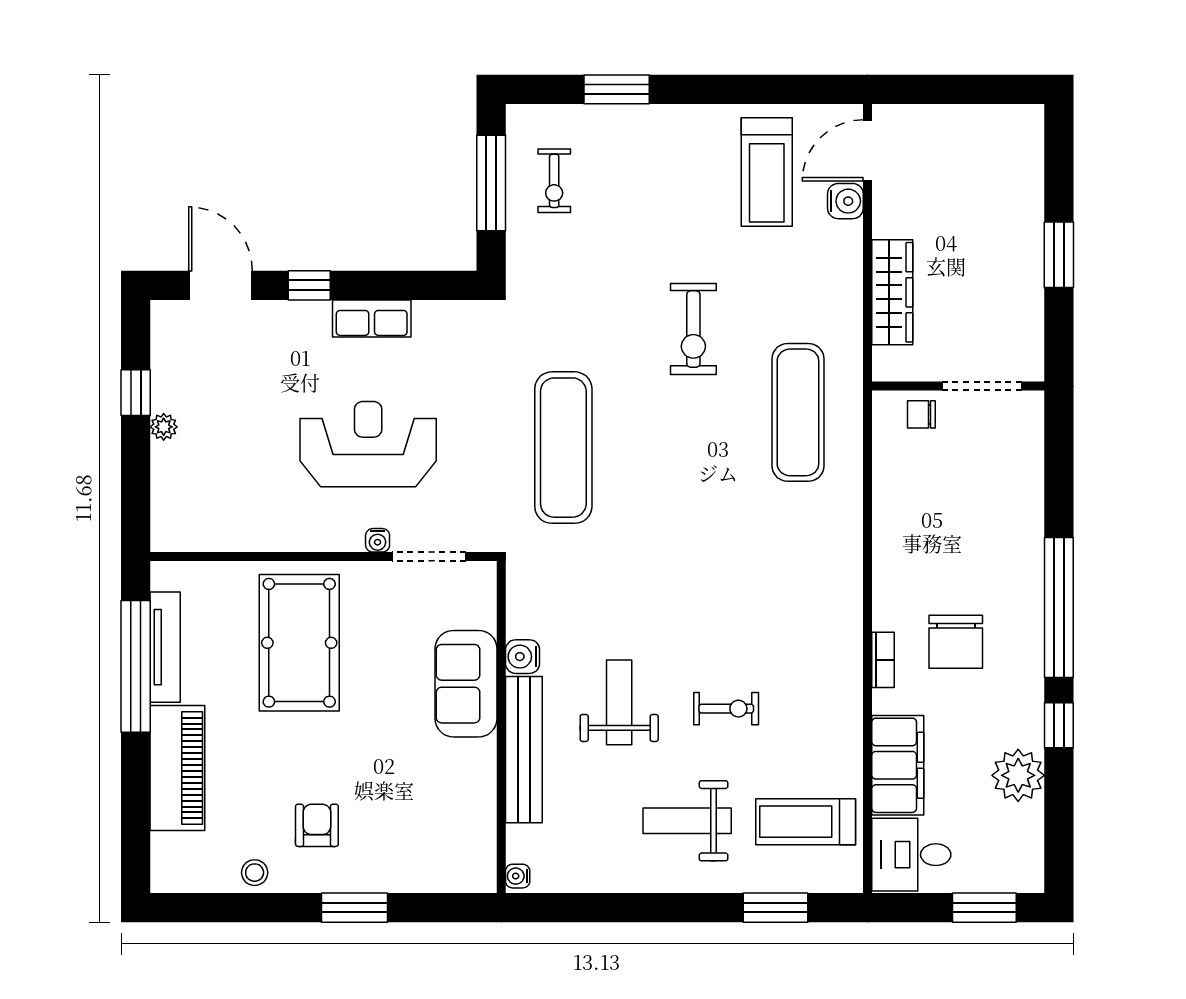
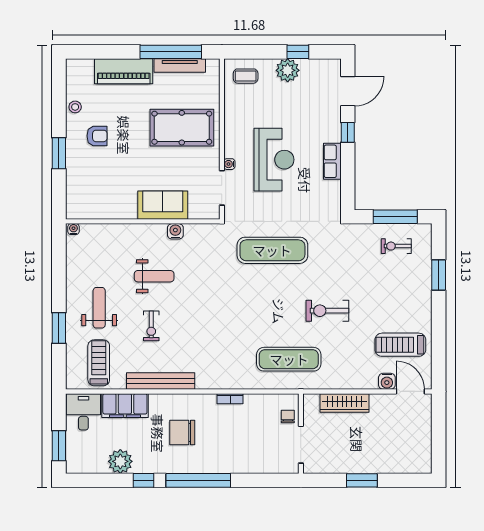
plant: (164, 427) -> (288, 70), width x1.87, depth x1.87
coffee table: (188, 505) -> (246, 76), added
bookcase: (883, 660) -> (230, 399), moved
bench: (524, 750) -> (161, 381), moved
window: (776, 908) -> (59, 328), moved

